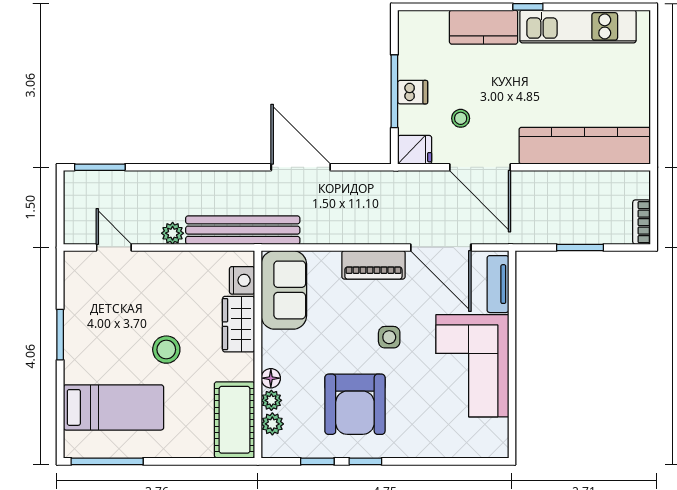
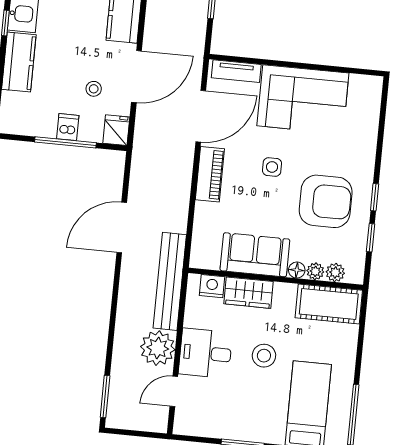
plant: (173, 233) -> (158, 348), width x1.87, depth x1.87
desk: (162, 280) -> (205, 353), added
sofa: (284, 290) -> (255, 255), moved

